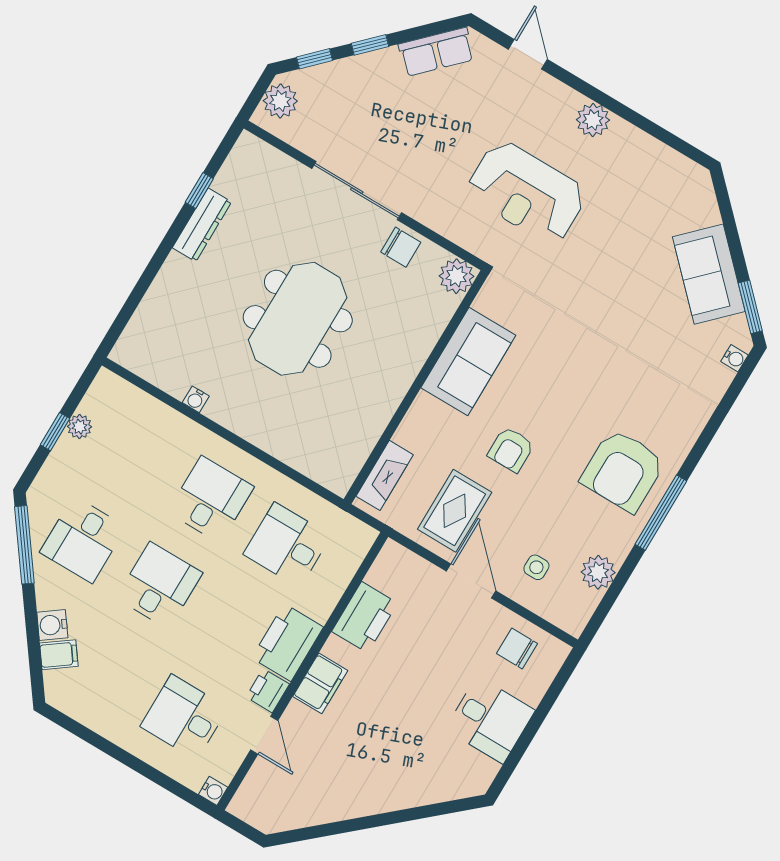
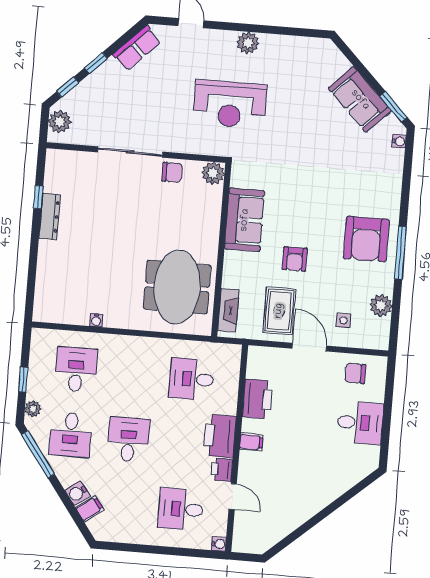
meeting table: (298, 319) -> (177, 287), moved
plant: (79, 427) -> (33, 409), moved
desk: (211, 499) -> (76, 370), moved
filing cabinet: (320, 683) -> (251, 442), width x0.50

